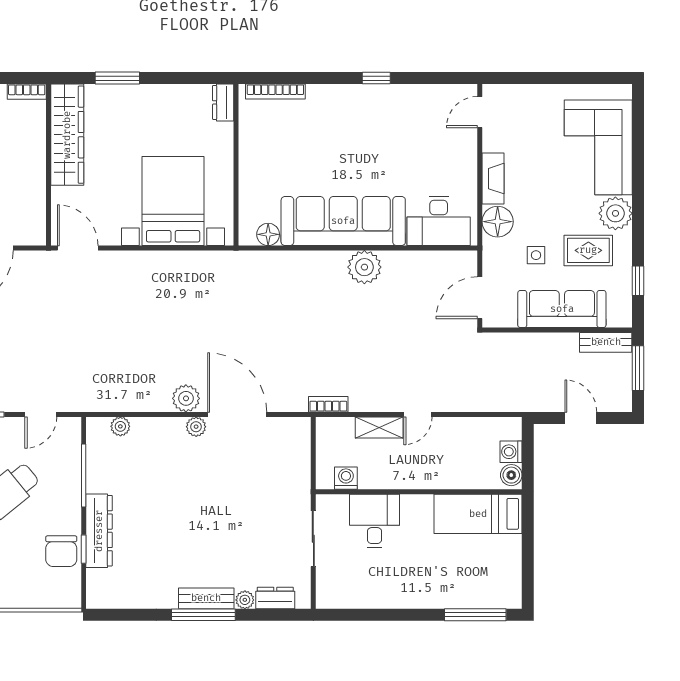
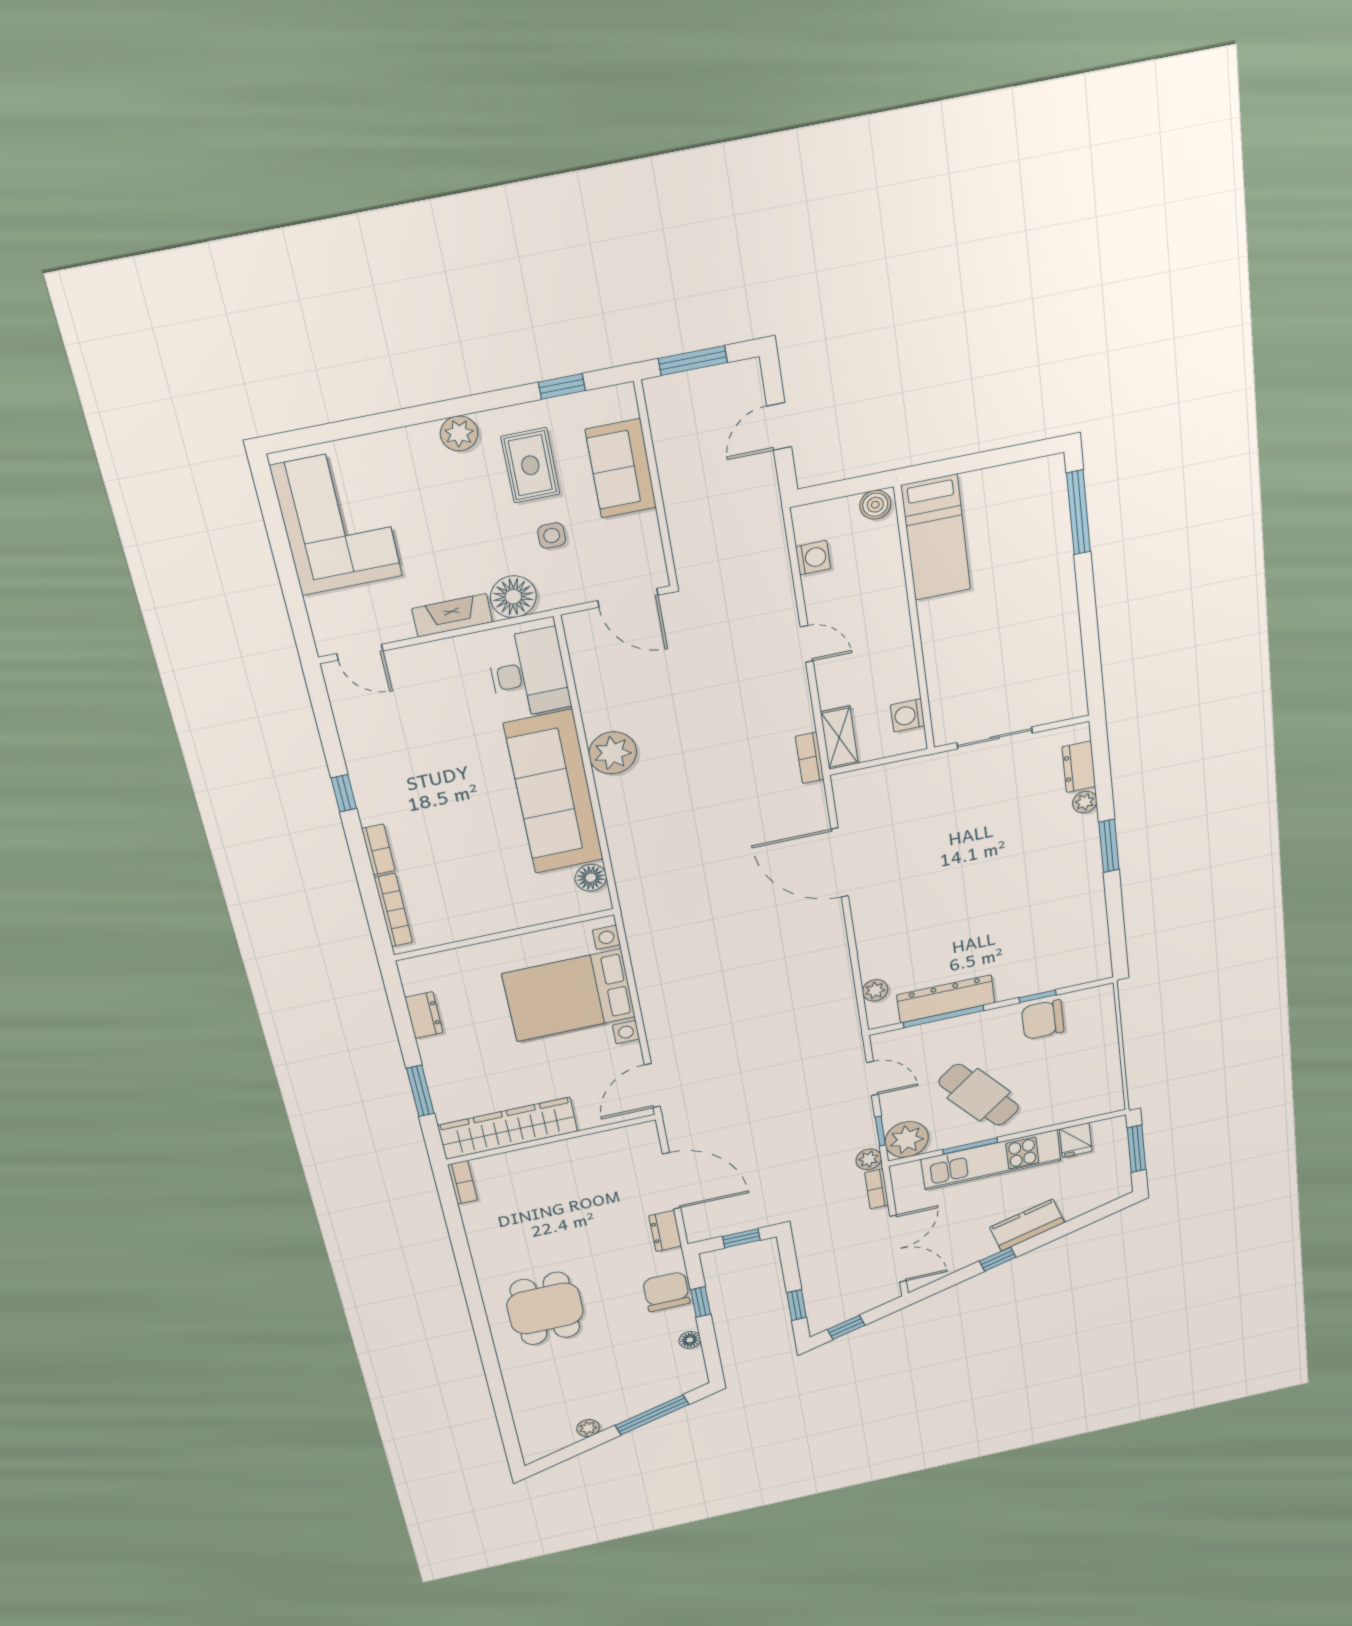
bookcase: (327, 92) -> (378, 849), added
dresser: (223, 102) -> (424, 1015), moved, turned -90
corner sofa: (598, 147) -> (336, 521), moved, turned -90
plant: (615, 213) -> (459, 433), width x0.73, depth x0.73
sofa: (562, 309) -> (621, 468), width x0.73
bench: (606, 342) -> (662, 414), removed
plant: (186, 398) -> (827, 925), removed
door: (237, 414) -> (840, 863), hinge flipped
plant: (196, 427) -> (863, 906), removed
shelving: (379, 427) -> (839, 738), moved
washing machine: (511, 452) -> (813, 558), moved, turned -90
desk: (374, 521) -> (962, 668), removed
dresser: (99, 531) -> (946, 999), moved
chair: (61, 551) -> (1043, 1020), turned 180
bench: (206, 598) -> (1087, 847), removed
window: (203, 615) -> (1109, 846), width x0.69

